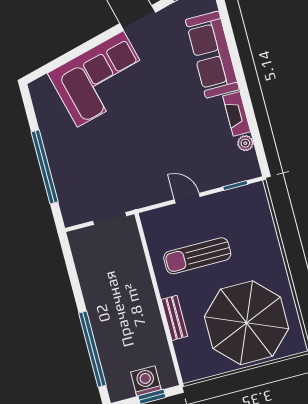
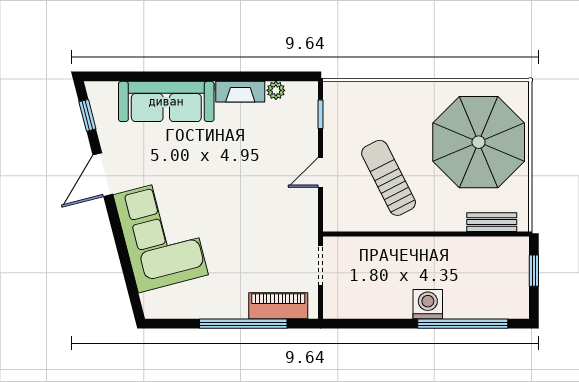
piano: (67, 192) -> (278, 306), added
sun lounger: (197, 256) -> (389, 178), turned 153
bench: (174, 318) -> (492, 222), moved
washing machine: (146, 381) -> (428, 304), moved, turned 90

